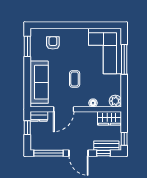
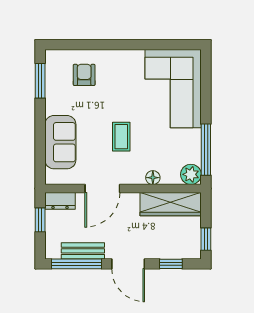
window: (124, 59) -> (206, 150), moved
sofa: (39, 82) -> (60, 142), width x0.73
wardrobe: (109, 118) -> (171, 204), width x1.50
bench: (106, 146) -> (83, 251), moved

